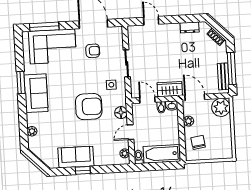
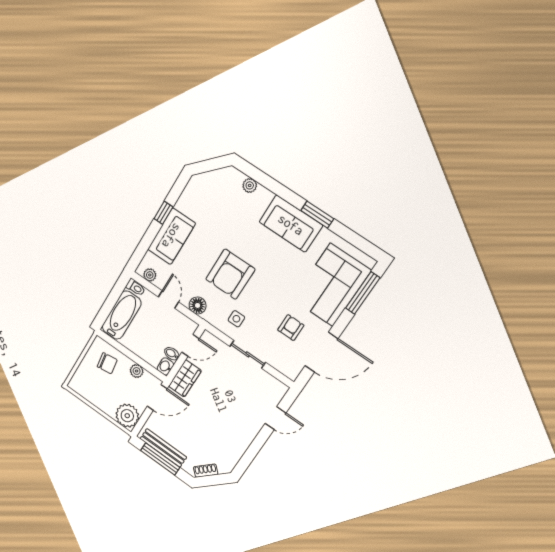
dresser: (190, 27) -> (237, 452), removed
armchair: (93, 51) -> (291, 328), turned 180
bench: (223, 76) -> (163, 448), width x1.36
sofa: (76, 157) -> (172, 236), moved

